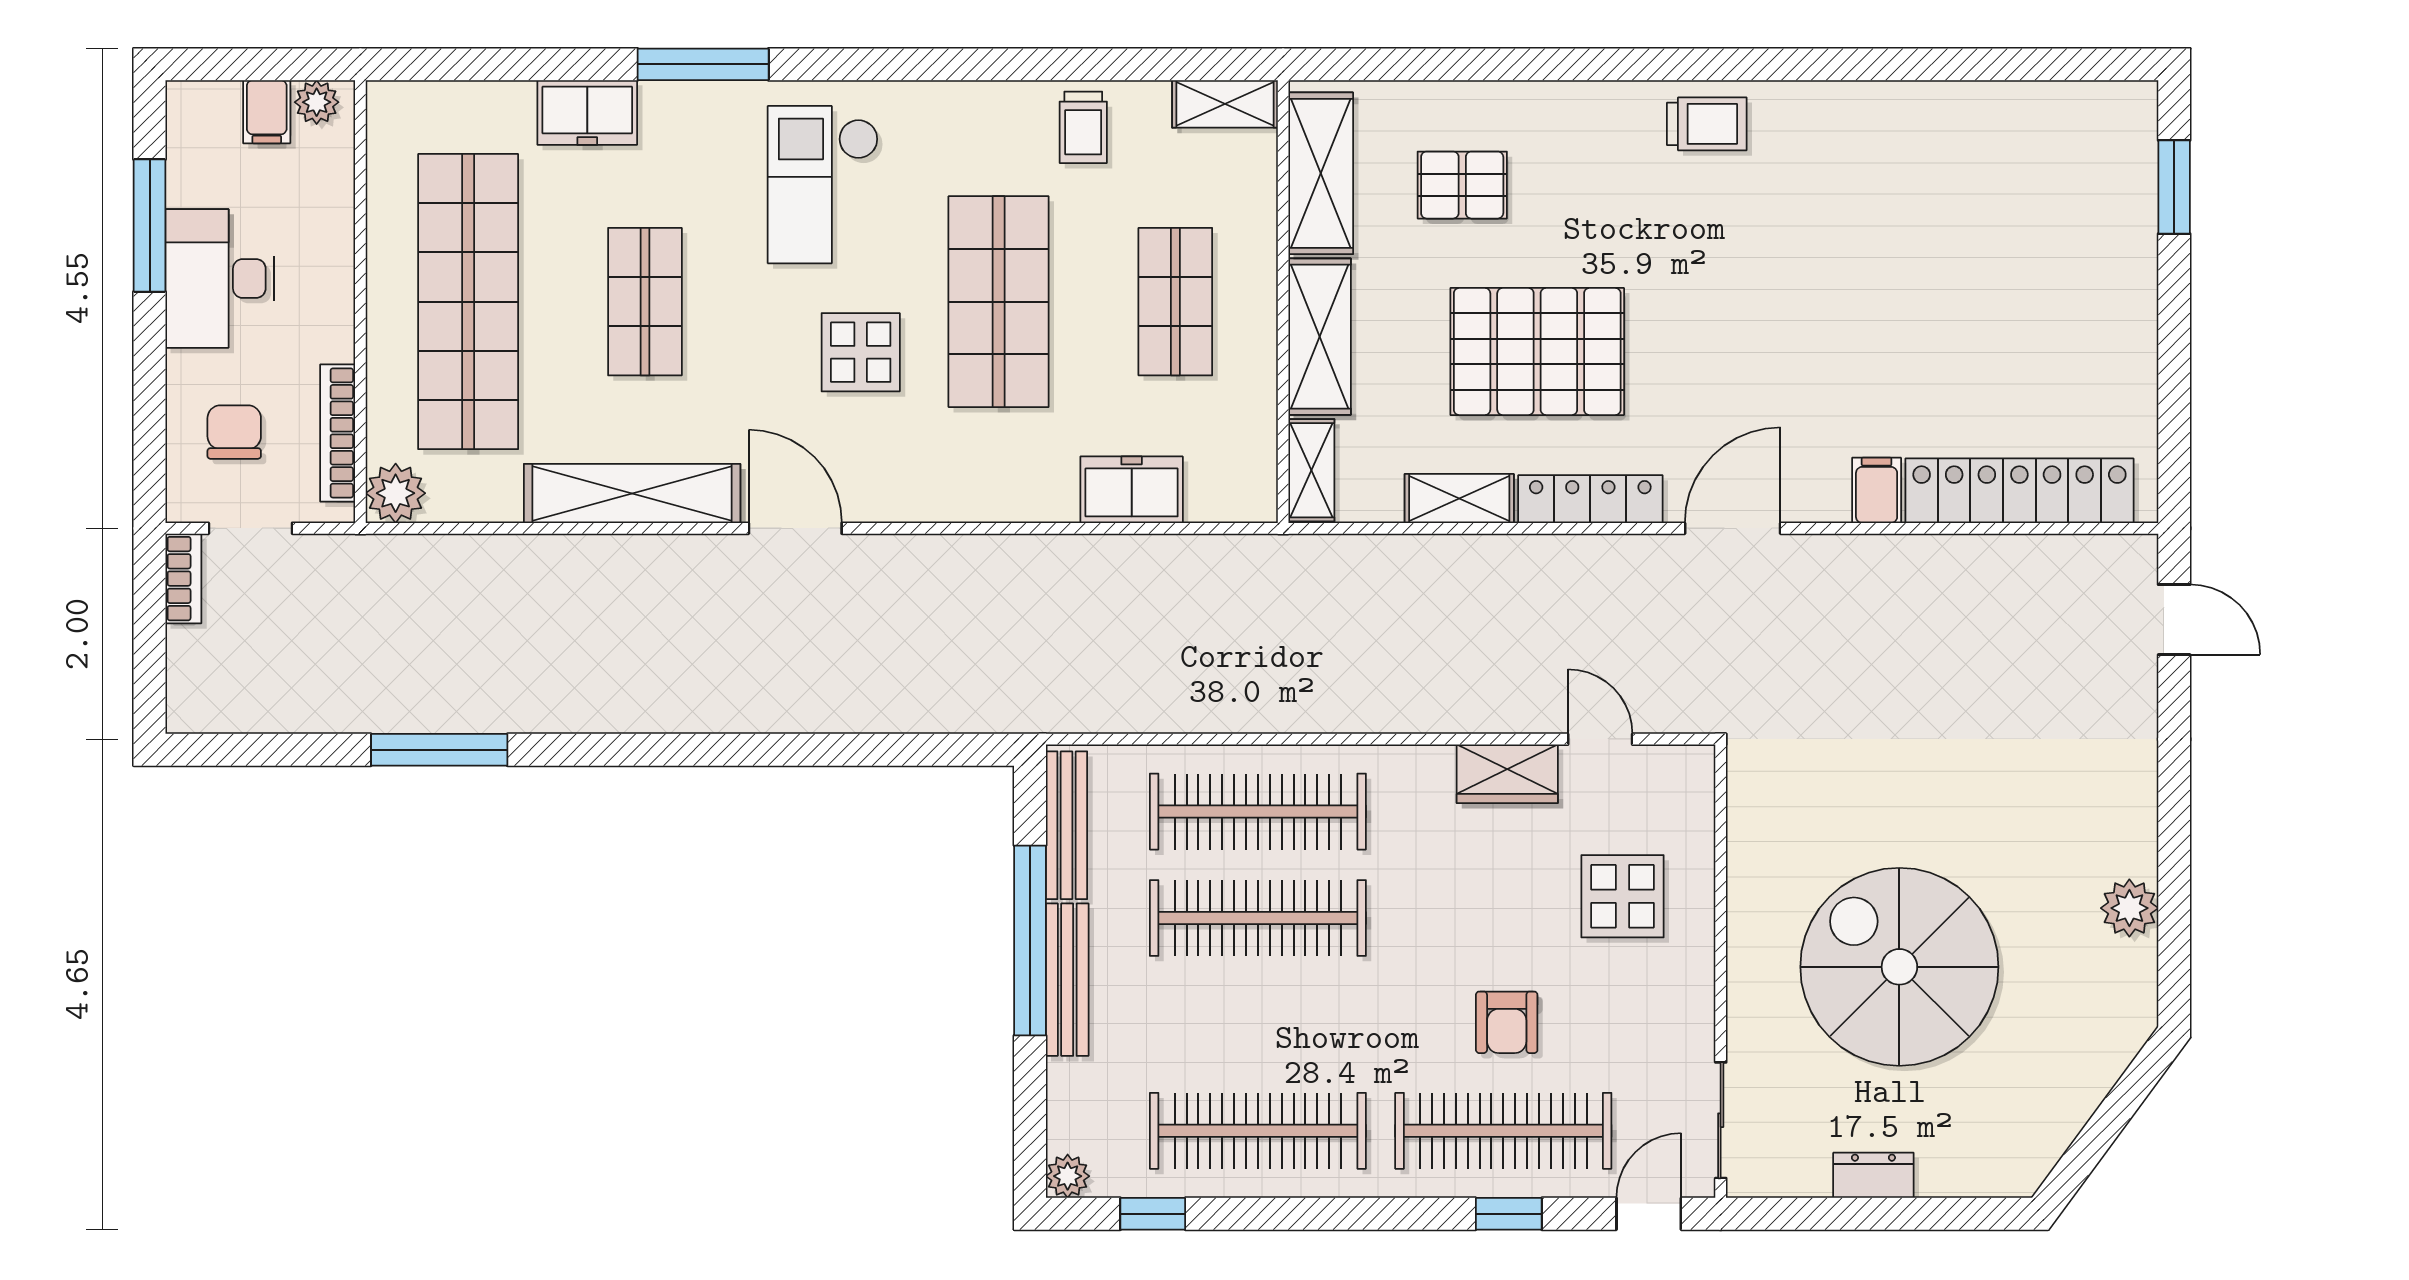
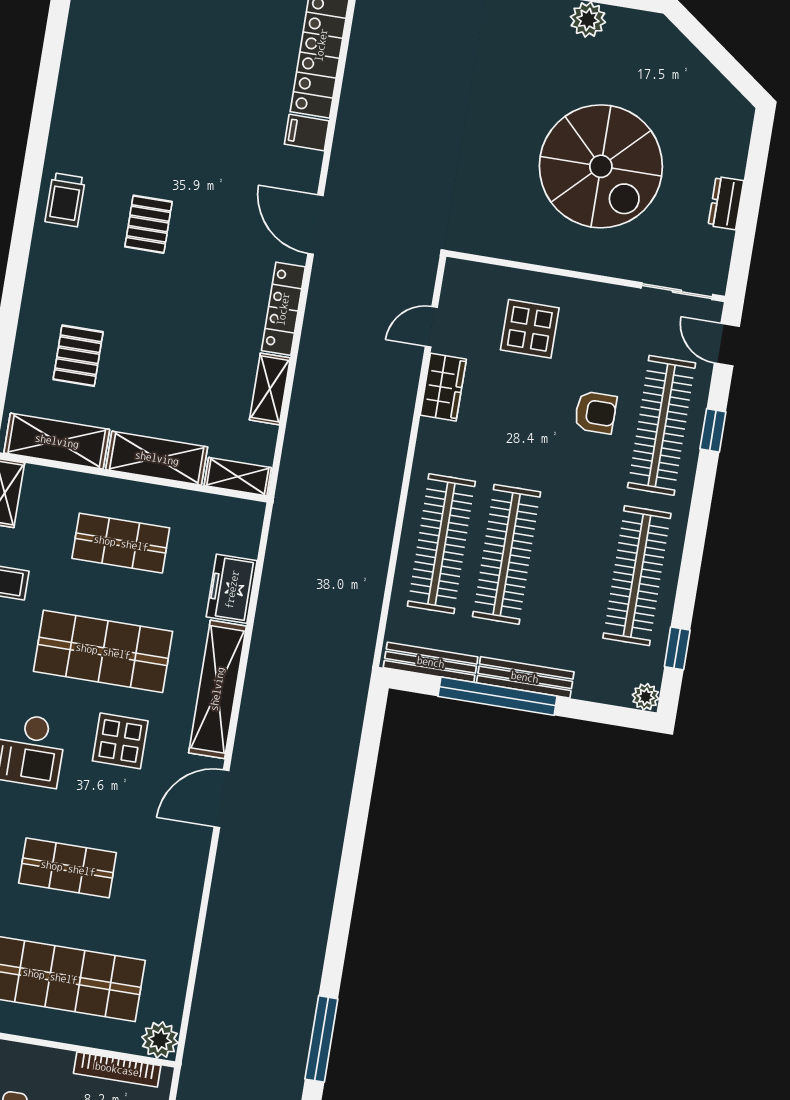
trolley: (1707, 124) -> (65, 200), turned 180
pallet: (1537, 352) -> (149, 224), moved, width x0.49, depth x0.50
shelving: (632, 494) -> (217, 689), moved
spiral stairs: (1899, 967) -> (601, 166), turned -90

